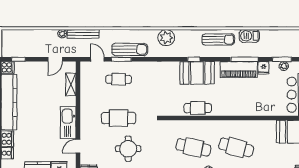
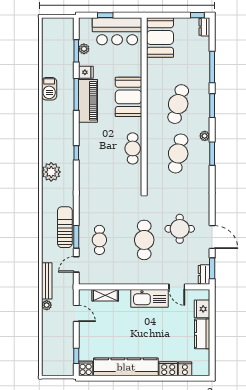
plant: (166, 38) -> (51, 172), moved
sun lounger: (218, 39) -> (53, 125), removed
booth: (197, 73) -> (129, 97), moved

